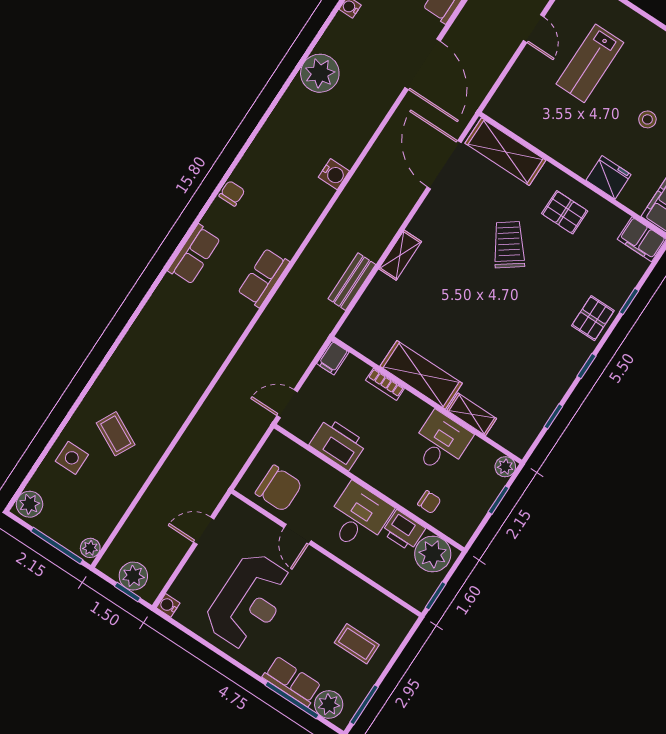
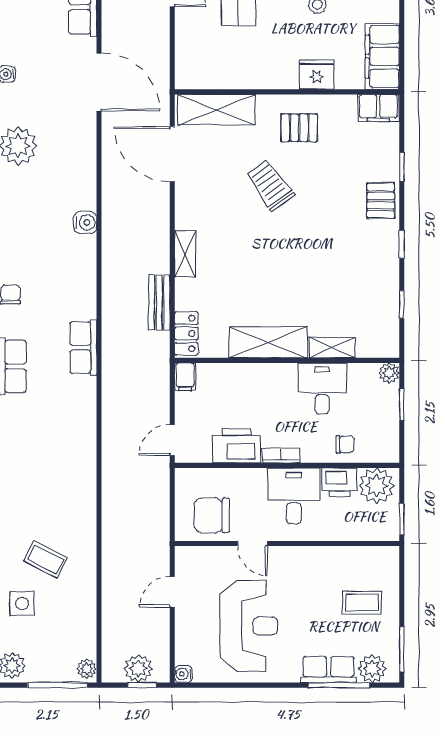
locker: (357, 322) -> (186, 334), added
bookcase: (385, 384) -> (281, 456), moved, turned 180
chair: (279, 488) -> (212, 515), turned 180

